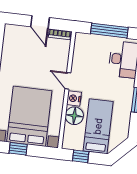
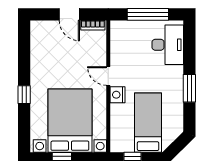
floor lamp: (74, 116) -> (120, 114), removed

